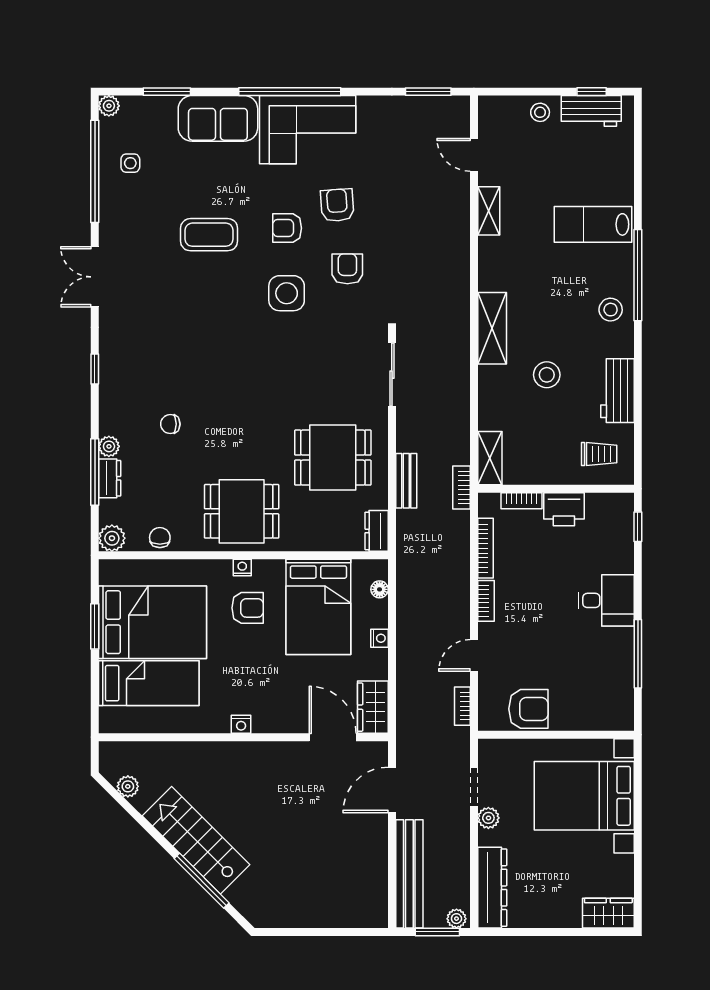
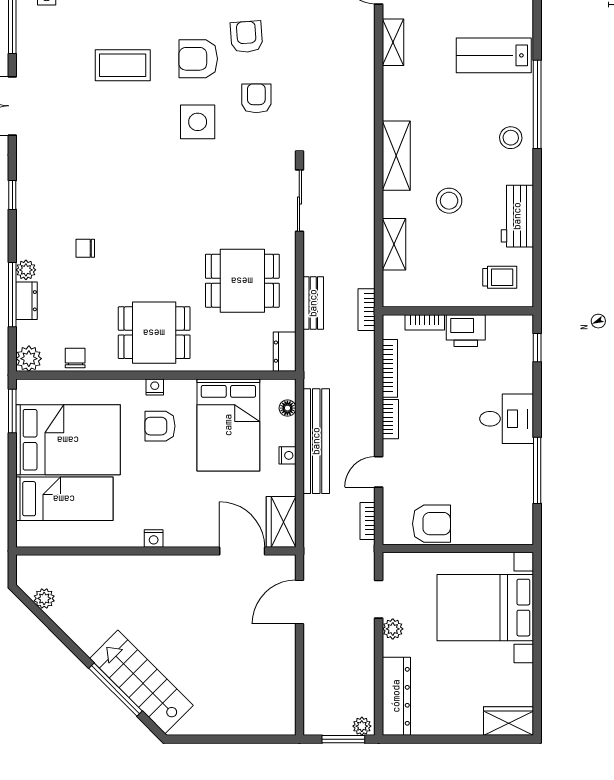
armchair: (287, 228) -> (198, 59), width x1.38, depth x1.38
shelving: (490, 458) -> (394, 244), moved
armchair: (248, 608) -> (160, 426), turned 180
window: (95, 626) -> (12, 411), moved
stairs: (196, 840) -> (141, 682), moved
bench: (409, 874) -> (316, 441), moved

